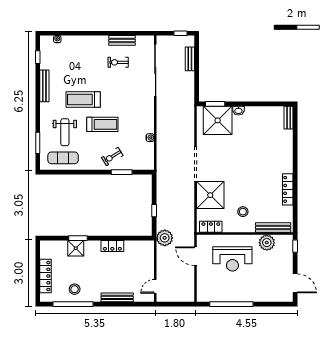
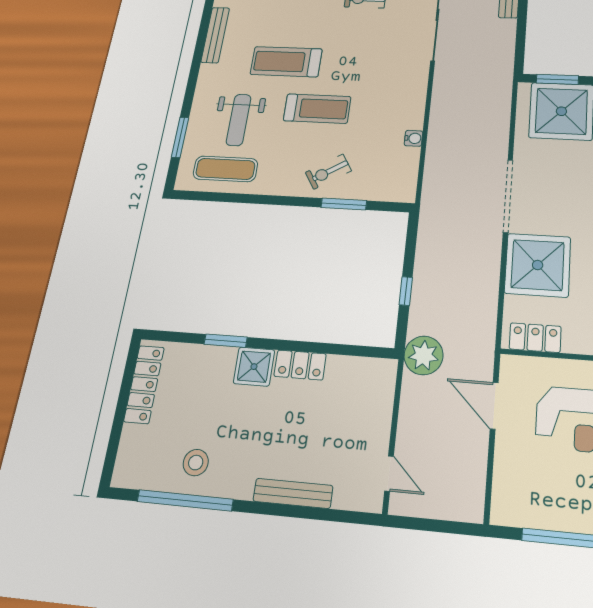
shower: (76, 248) -> (254, 367), moved
locker: (46, 276) -> (144, 384), moved
door: (155, 286) -> (389, 473), swing flipped

